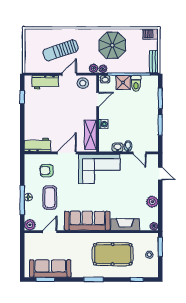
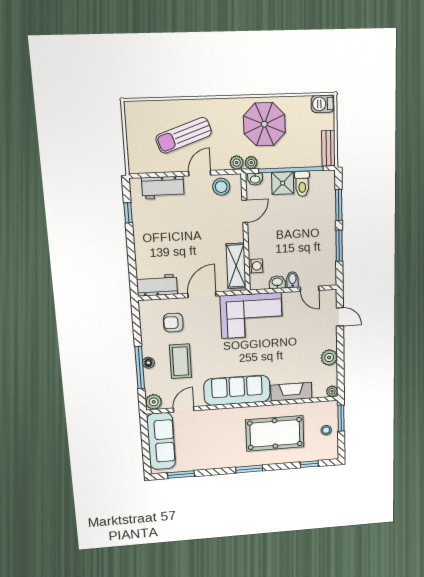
washing machine: (103, 124) -> (256, 266), moved
sofa: (50, 268) -> (161, 441), moved, turned 90

